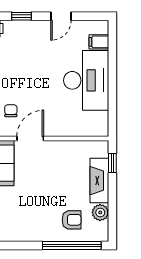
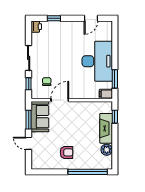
door: (61, 16) -> (91, 18), moved
filing cabinet: (99, 42) -> (106, 94), moved
window: (112, 107) -> (115, 79), added
armchair: (72, 220) -> (67, 152), moved

